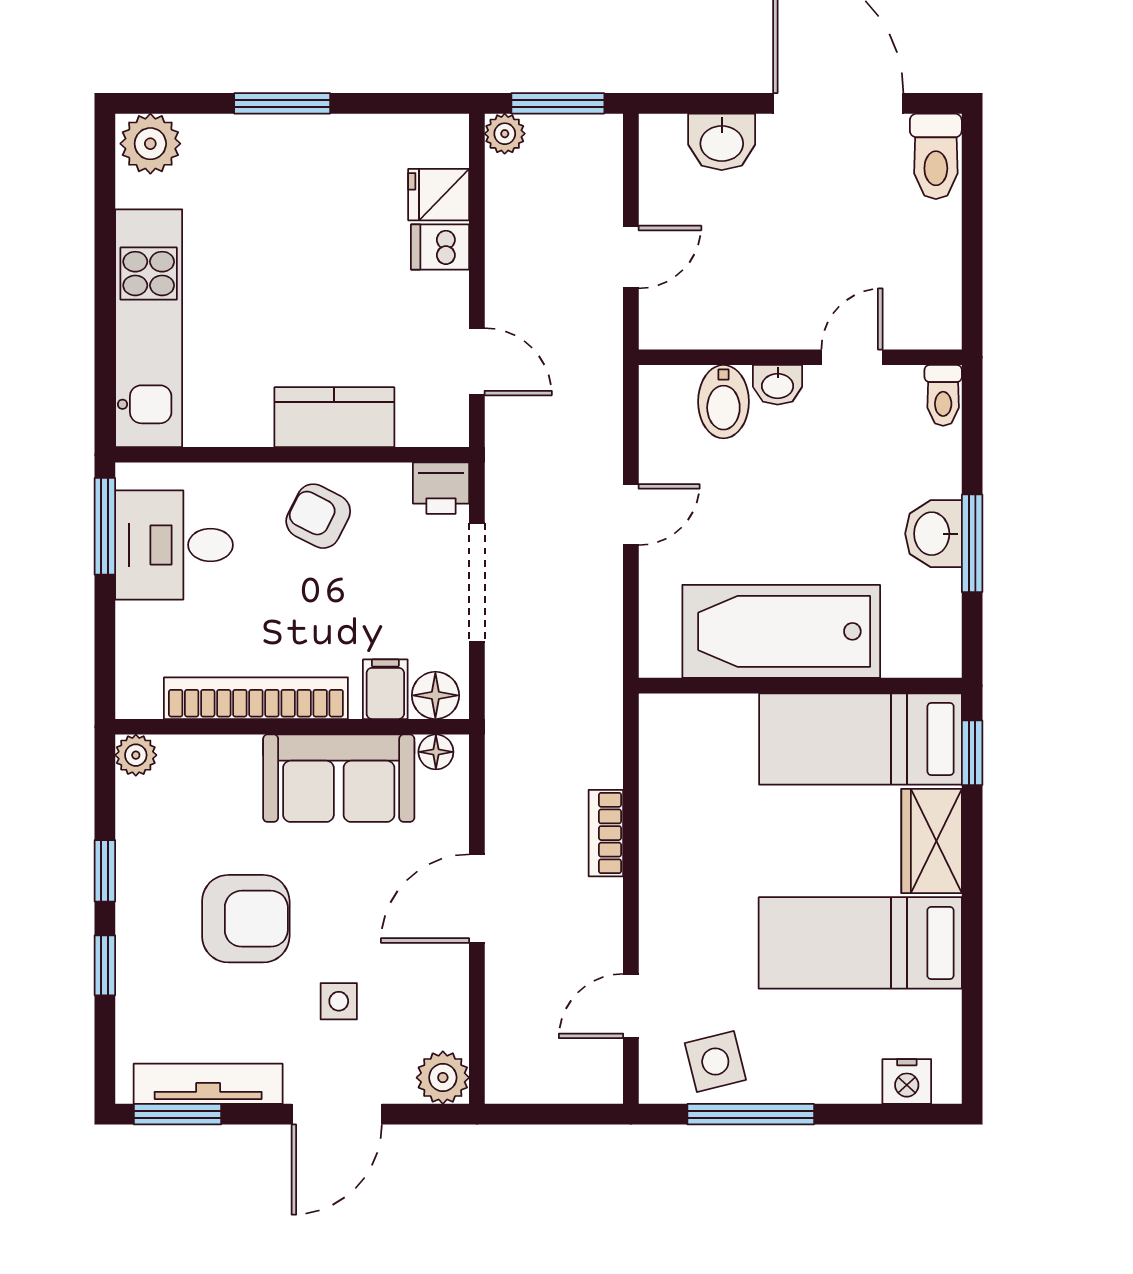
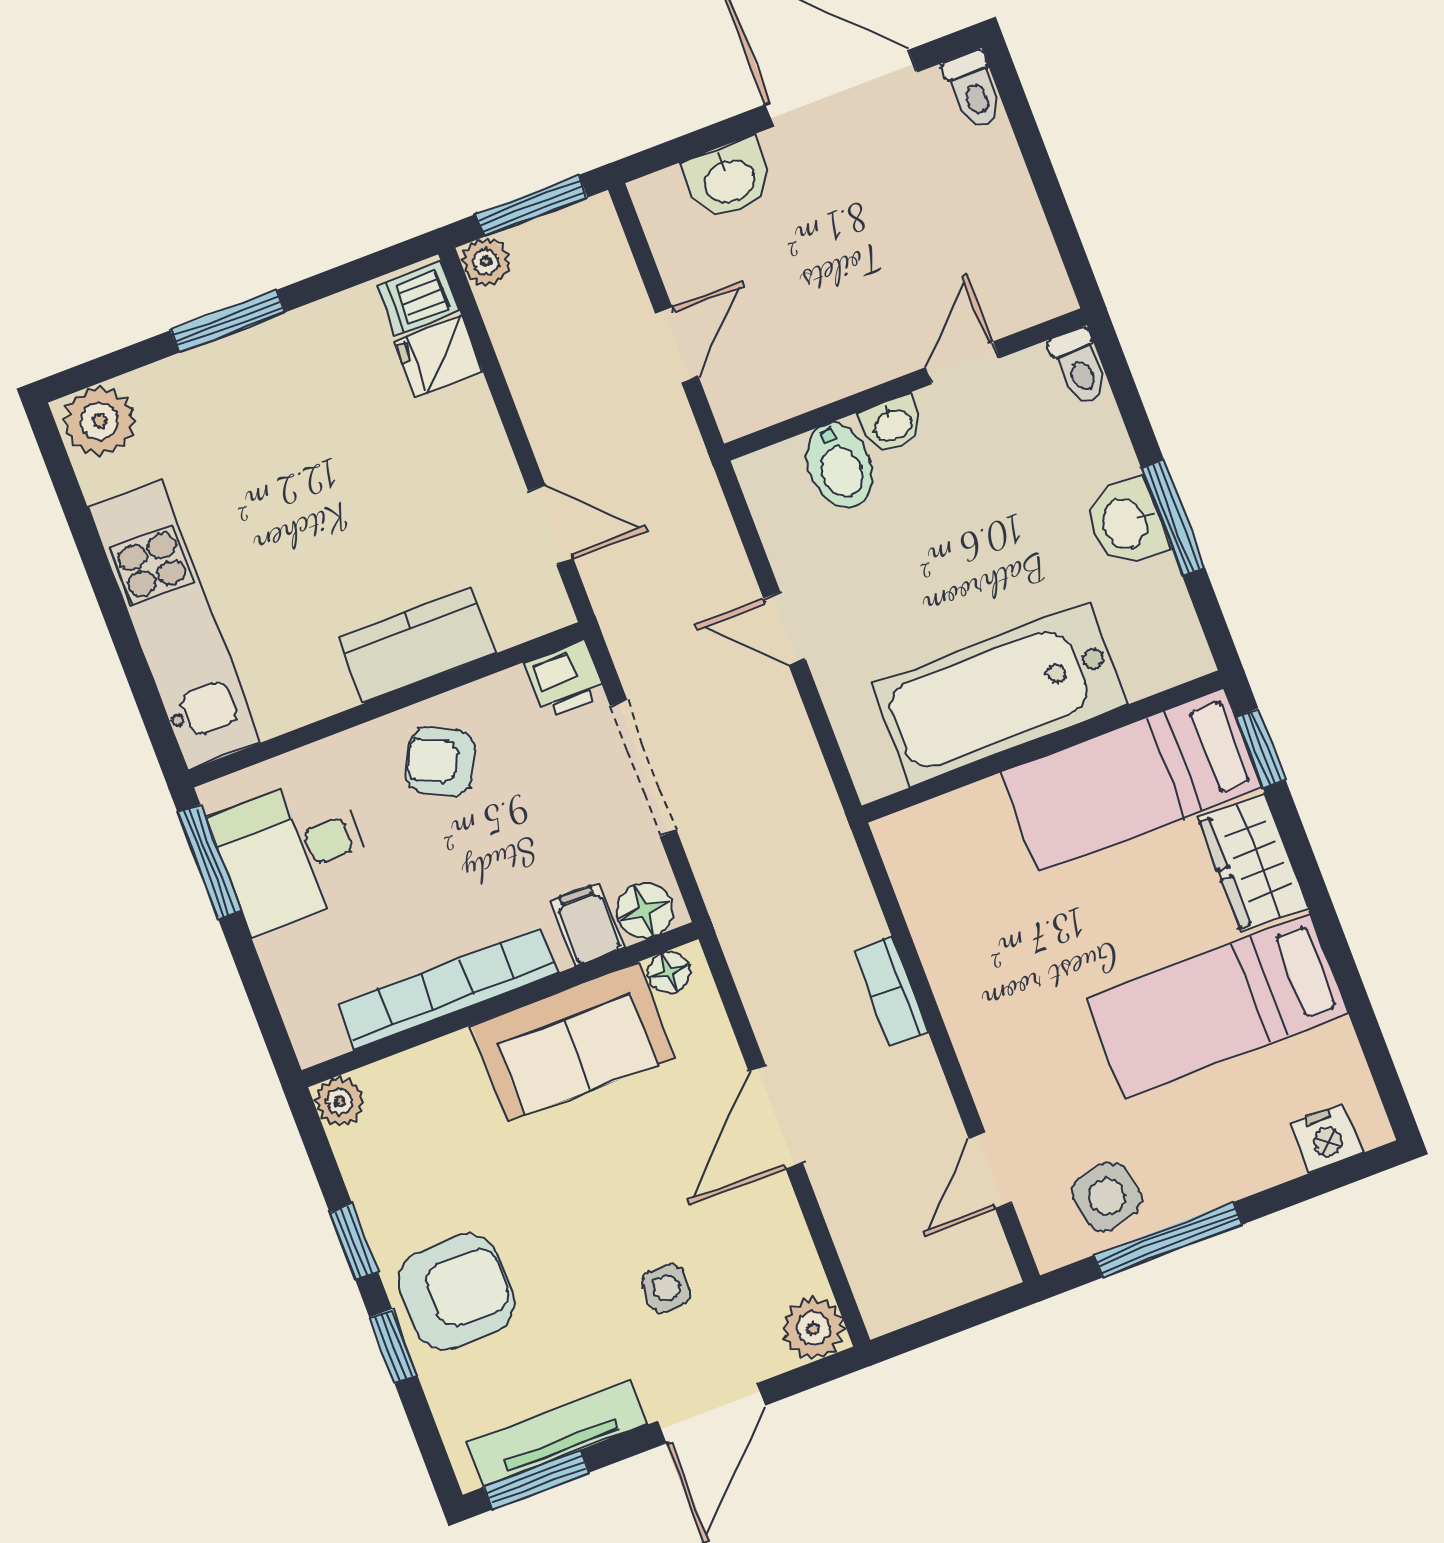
toilet: (936, 156) -> (974, 90), width x0.73, depth x0.72
dishwasher: (440, 247) -> (418, 298), moved
door: (631, 515) -> (785, 629), swing flipped
armchair: (246, 919) -> (456, 1292), moved

